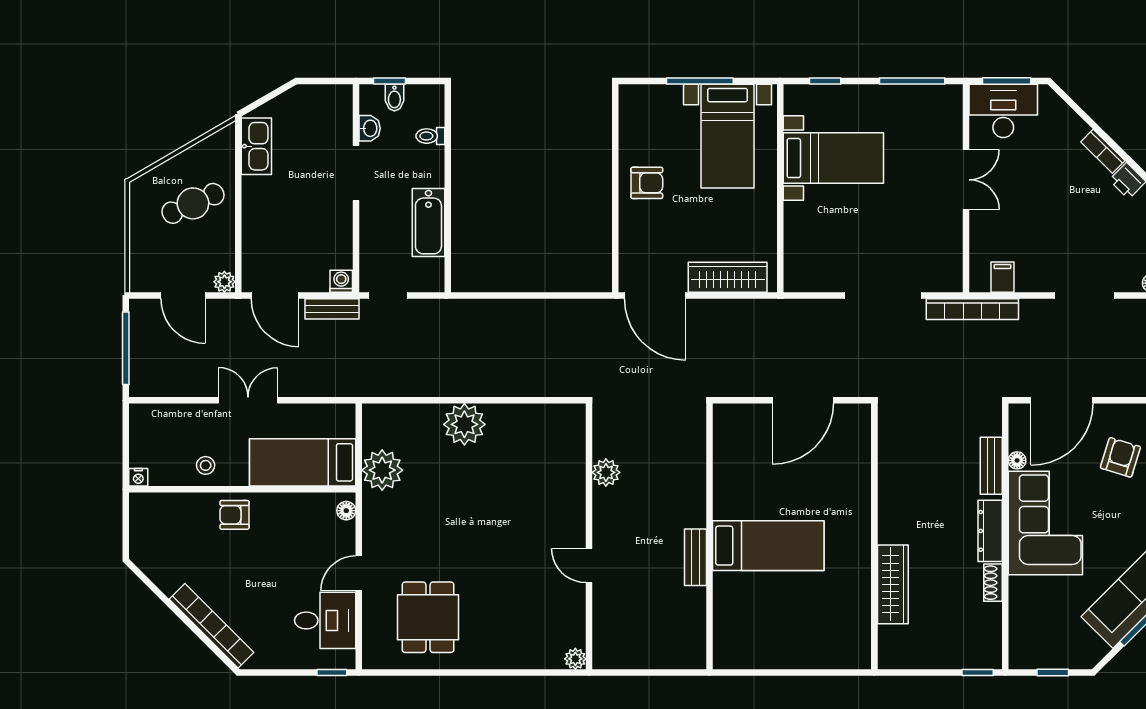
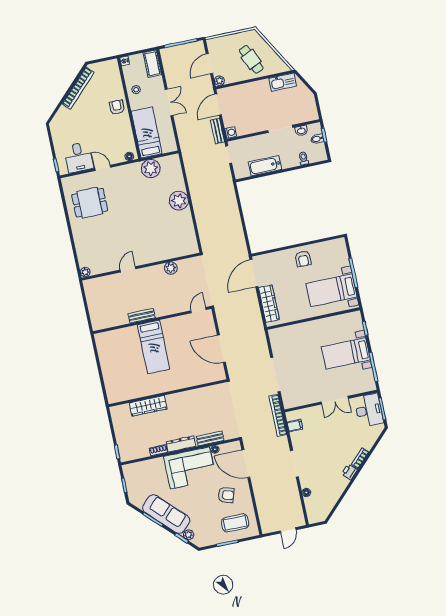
bed with nightstands: (833, 158) -> (346, 353), moved, turned 90
cot: (157, 419) -> (152, 64), added
door: (709, 432) -> (198, 310), added
bookcase: (212, 626) -> (78, 88), moved

